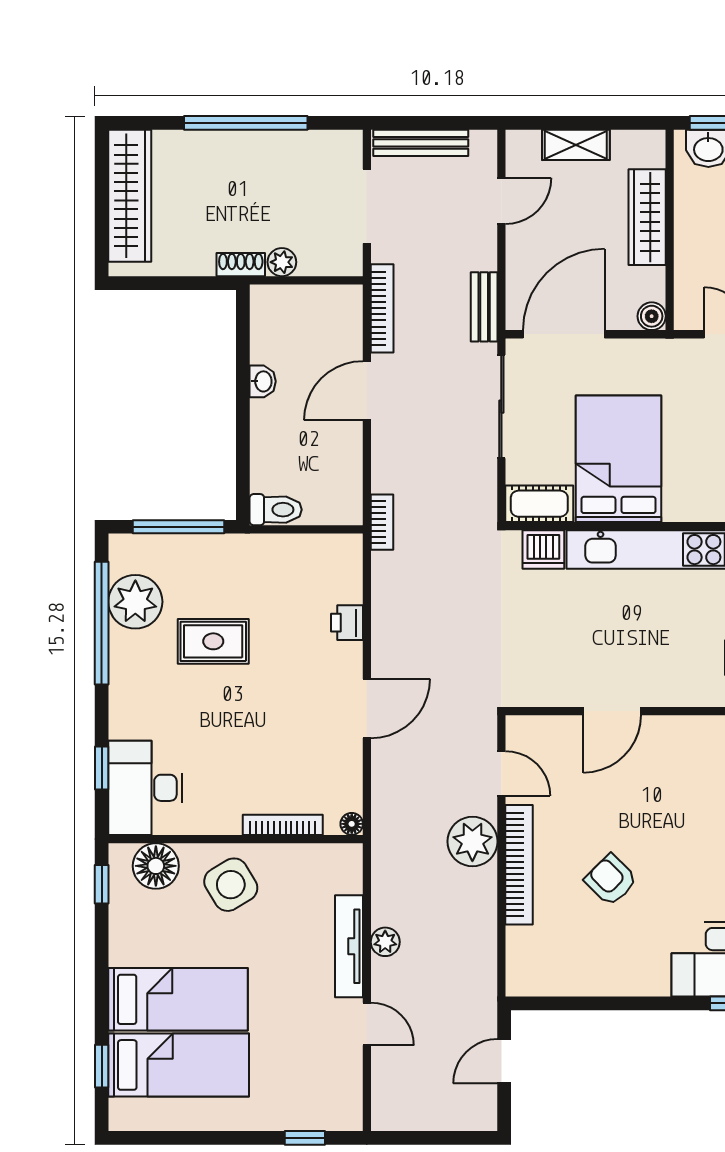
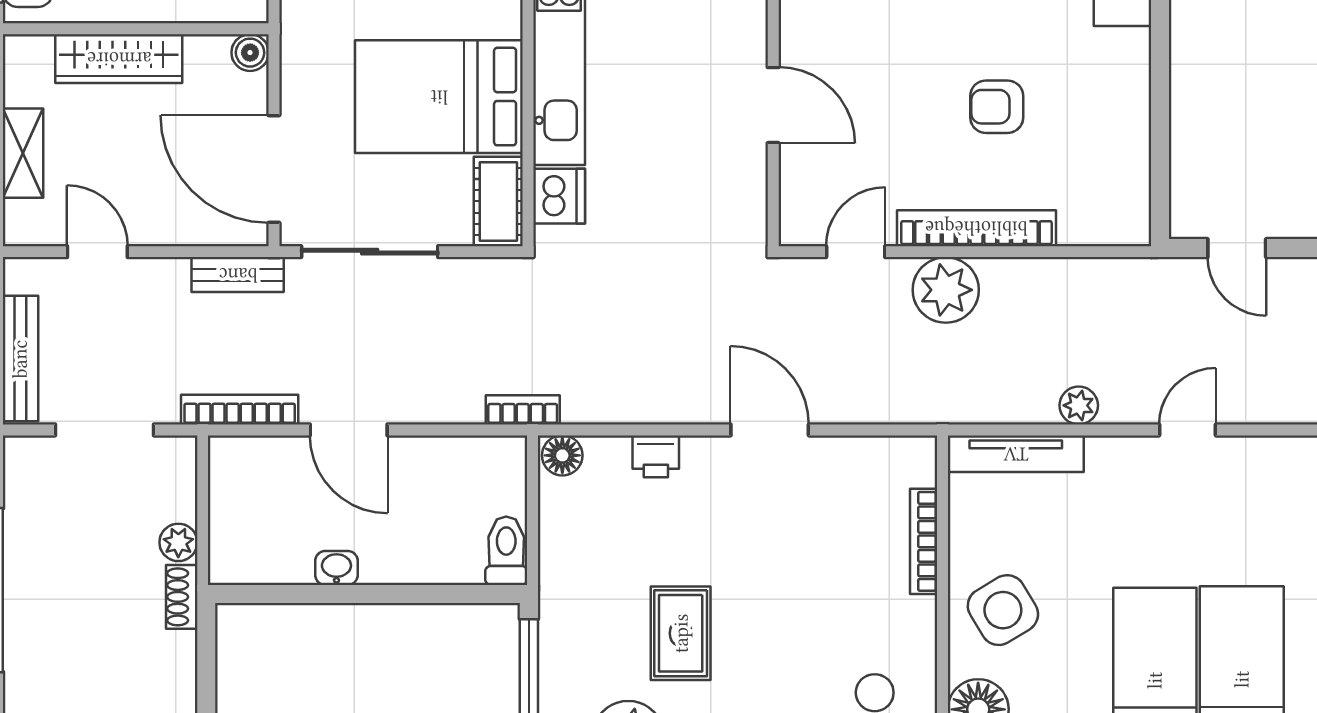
floor lamp: (352, 824) -> (562, 455), moved, width x1.37, depth x1.37
armchair: (611, 880) -> (997, 107), turned 45
tv unit: (349, 946) -> (1016, 454), moved

